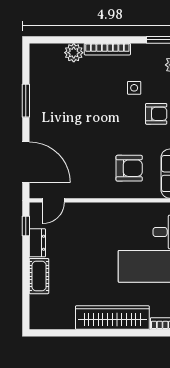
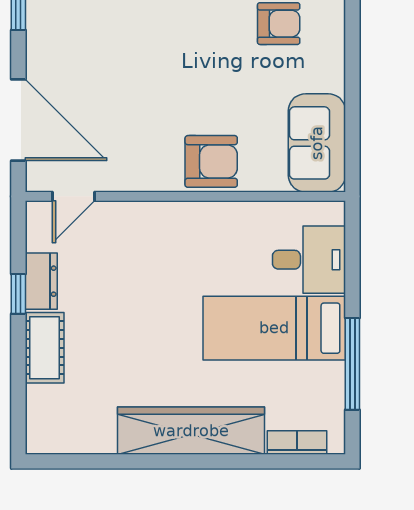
armchair: (129, 168) -> (211, 161), moved
window: (26, 226) -> (18, 294), moved

